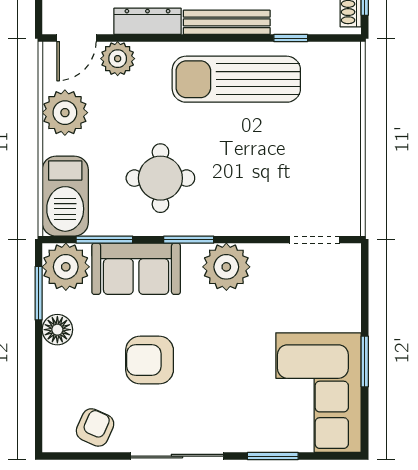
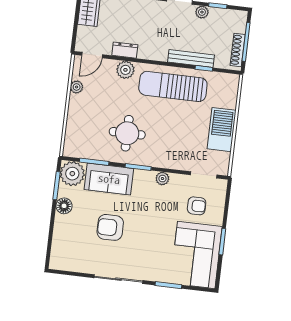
dresser: (147, 21) -> (125, 50), width x0.70
bench: (227, 22) -> (191, 58), moved
plant: (118, 59) -> (125, 70), moved
plant: (65, 113) -> (77, 87), width x0.53, depth x0.53
barbecue: (65, 196) -> (222, 130), moved, turned 180
plant: (226, 267) -> (162, 179), width x0.53, depth x0.53
armchair: (95, 427) -> (197, 206), moved, turned 66

